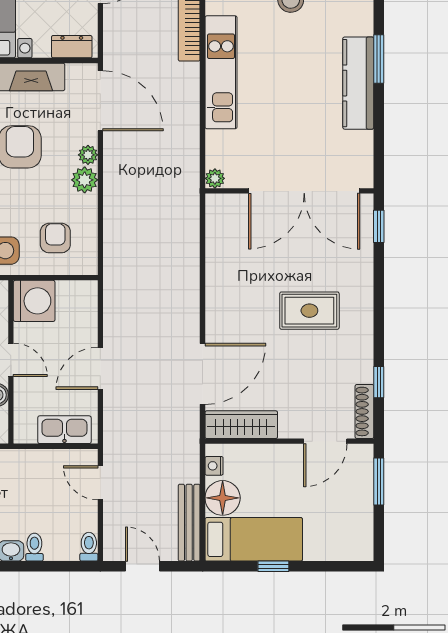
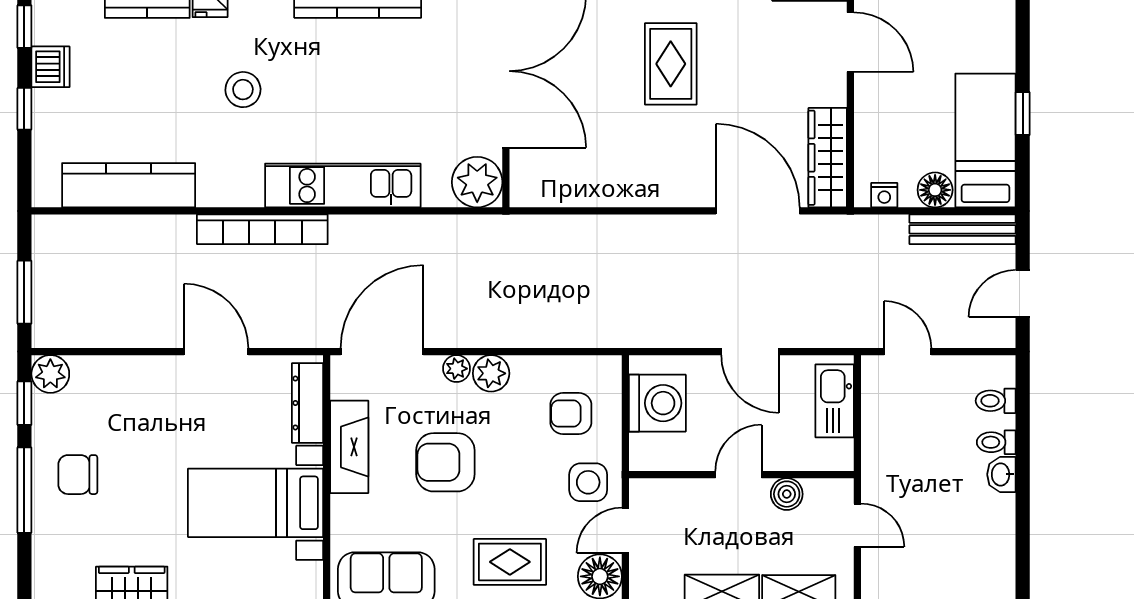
dresser: (72, 47) -> (308, 403), width x1.44
plant: (215, 178) -> (477, 182), width x1.87, depth x1.87
washing machine: (34, 301) -> (657, 403), moved, turned 90
door: (100, 483) -> (908, 352), swing flipped
floor lamp: (223, 498) -> (935, 190), width x0.73, depth x0.73
toilet: (89, 547) -> (996, 401), moved

